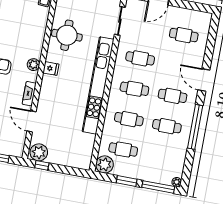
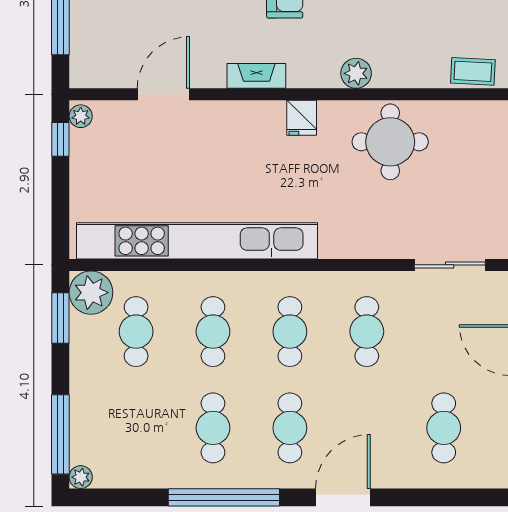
plant: (33, 65) -> (356, 73), moved
kitchen unit: (98, 85) -> (197, 241), moved
fireplace: (29, 94) -> (256, 76), moved
plant: (39, 152) -> (81, 116), width x0.53, depth x0.53
window: (127, 181) -> (60, 318), moved

